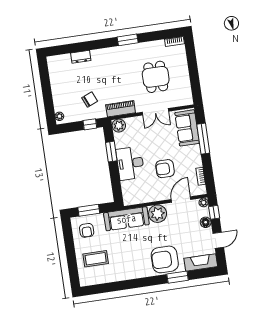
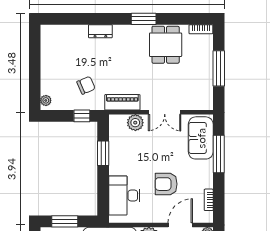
dresser: (81, 57) -> (100, 31), moved
window: (193, 70) -> (219, 68), added
dining table: (156, 77) -> (166, 45), moved
plant: (119, 126) -> (135, 123), moved
desk: (130, 163) -> (124, 195), moved

